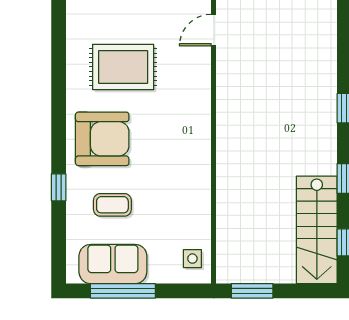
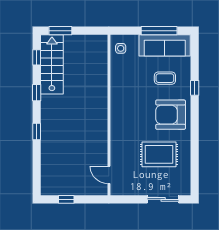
door: (214, 30) -> (109, 175), swing flipped
sofa: (113, 264) -> (165, 45), width x1.36
window: (252, 291) -> (60, 31), moved

